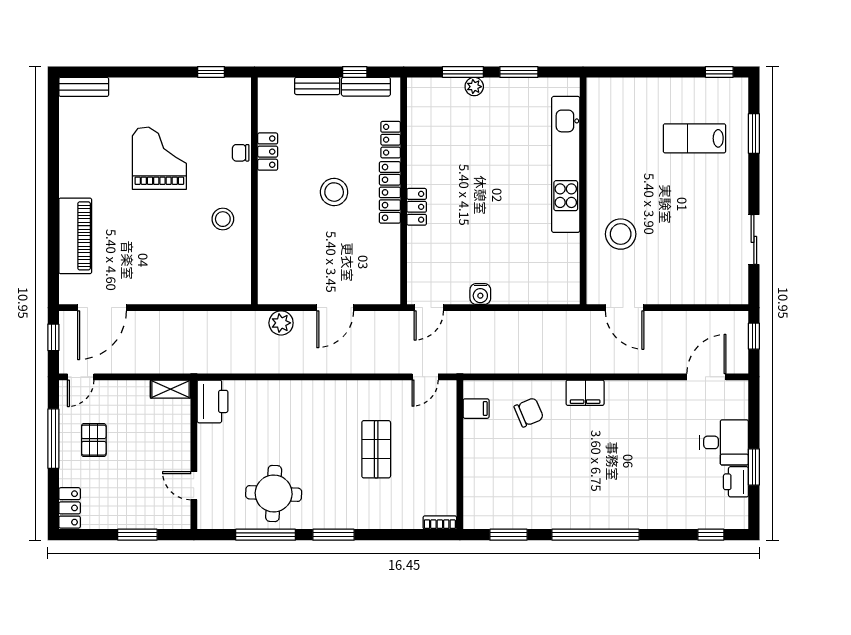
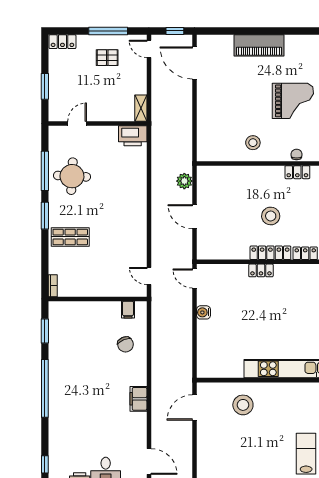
piano: (75, 236) -> (259, 45), moved
filing cabinet: (585, 393) -> (138, 399), moved
shop shelf: (376, 449) -> (70, 237), moved

